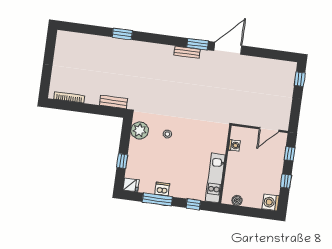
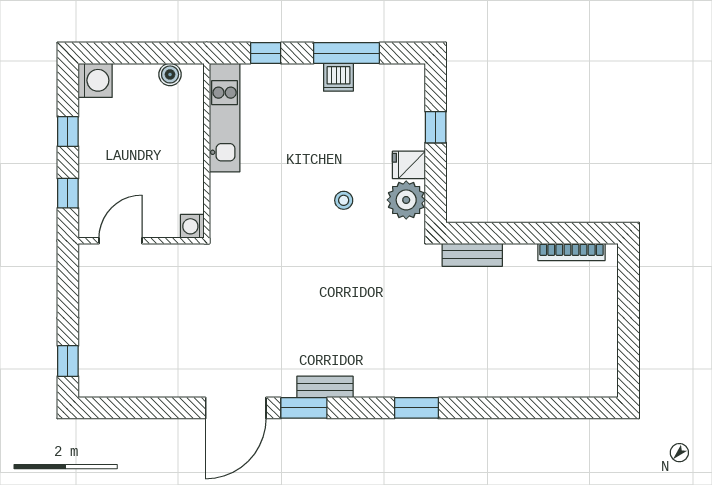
window: (122, 34) -> (416, 408), moved
washing machine: (234, 145) -> (192, 226), moved
fridge: (131, 185) -> (409, 165), moved

